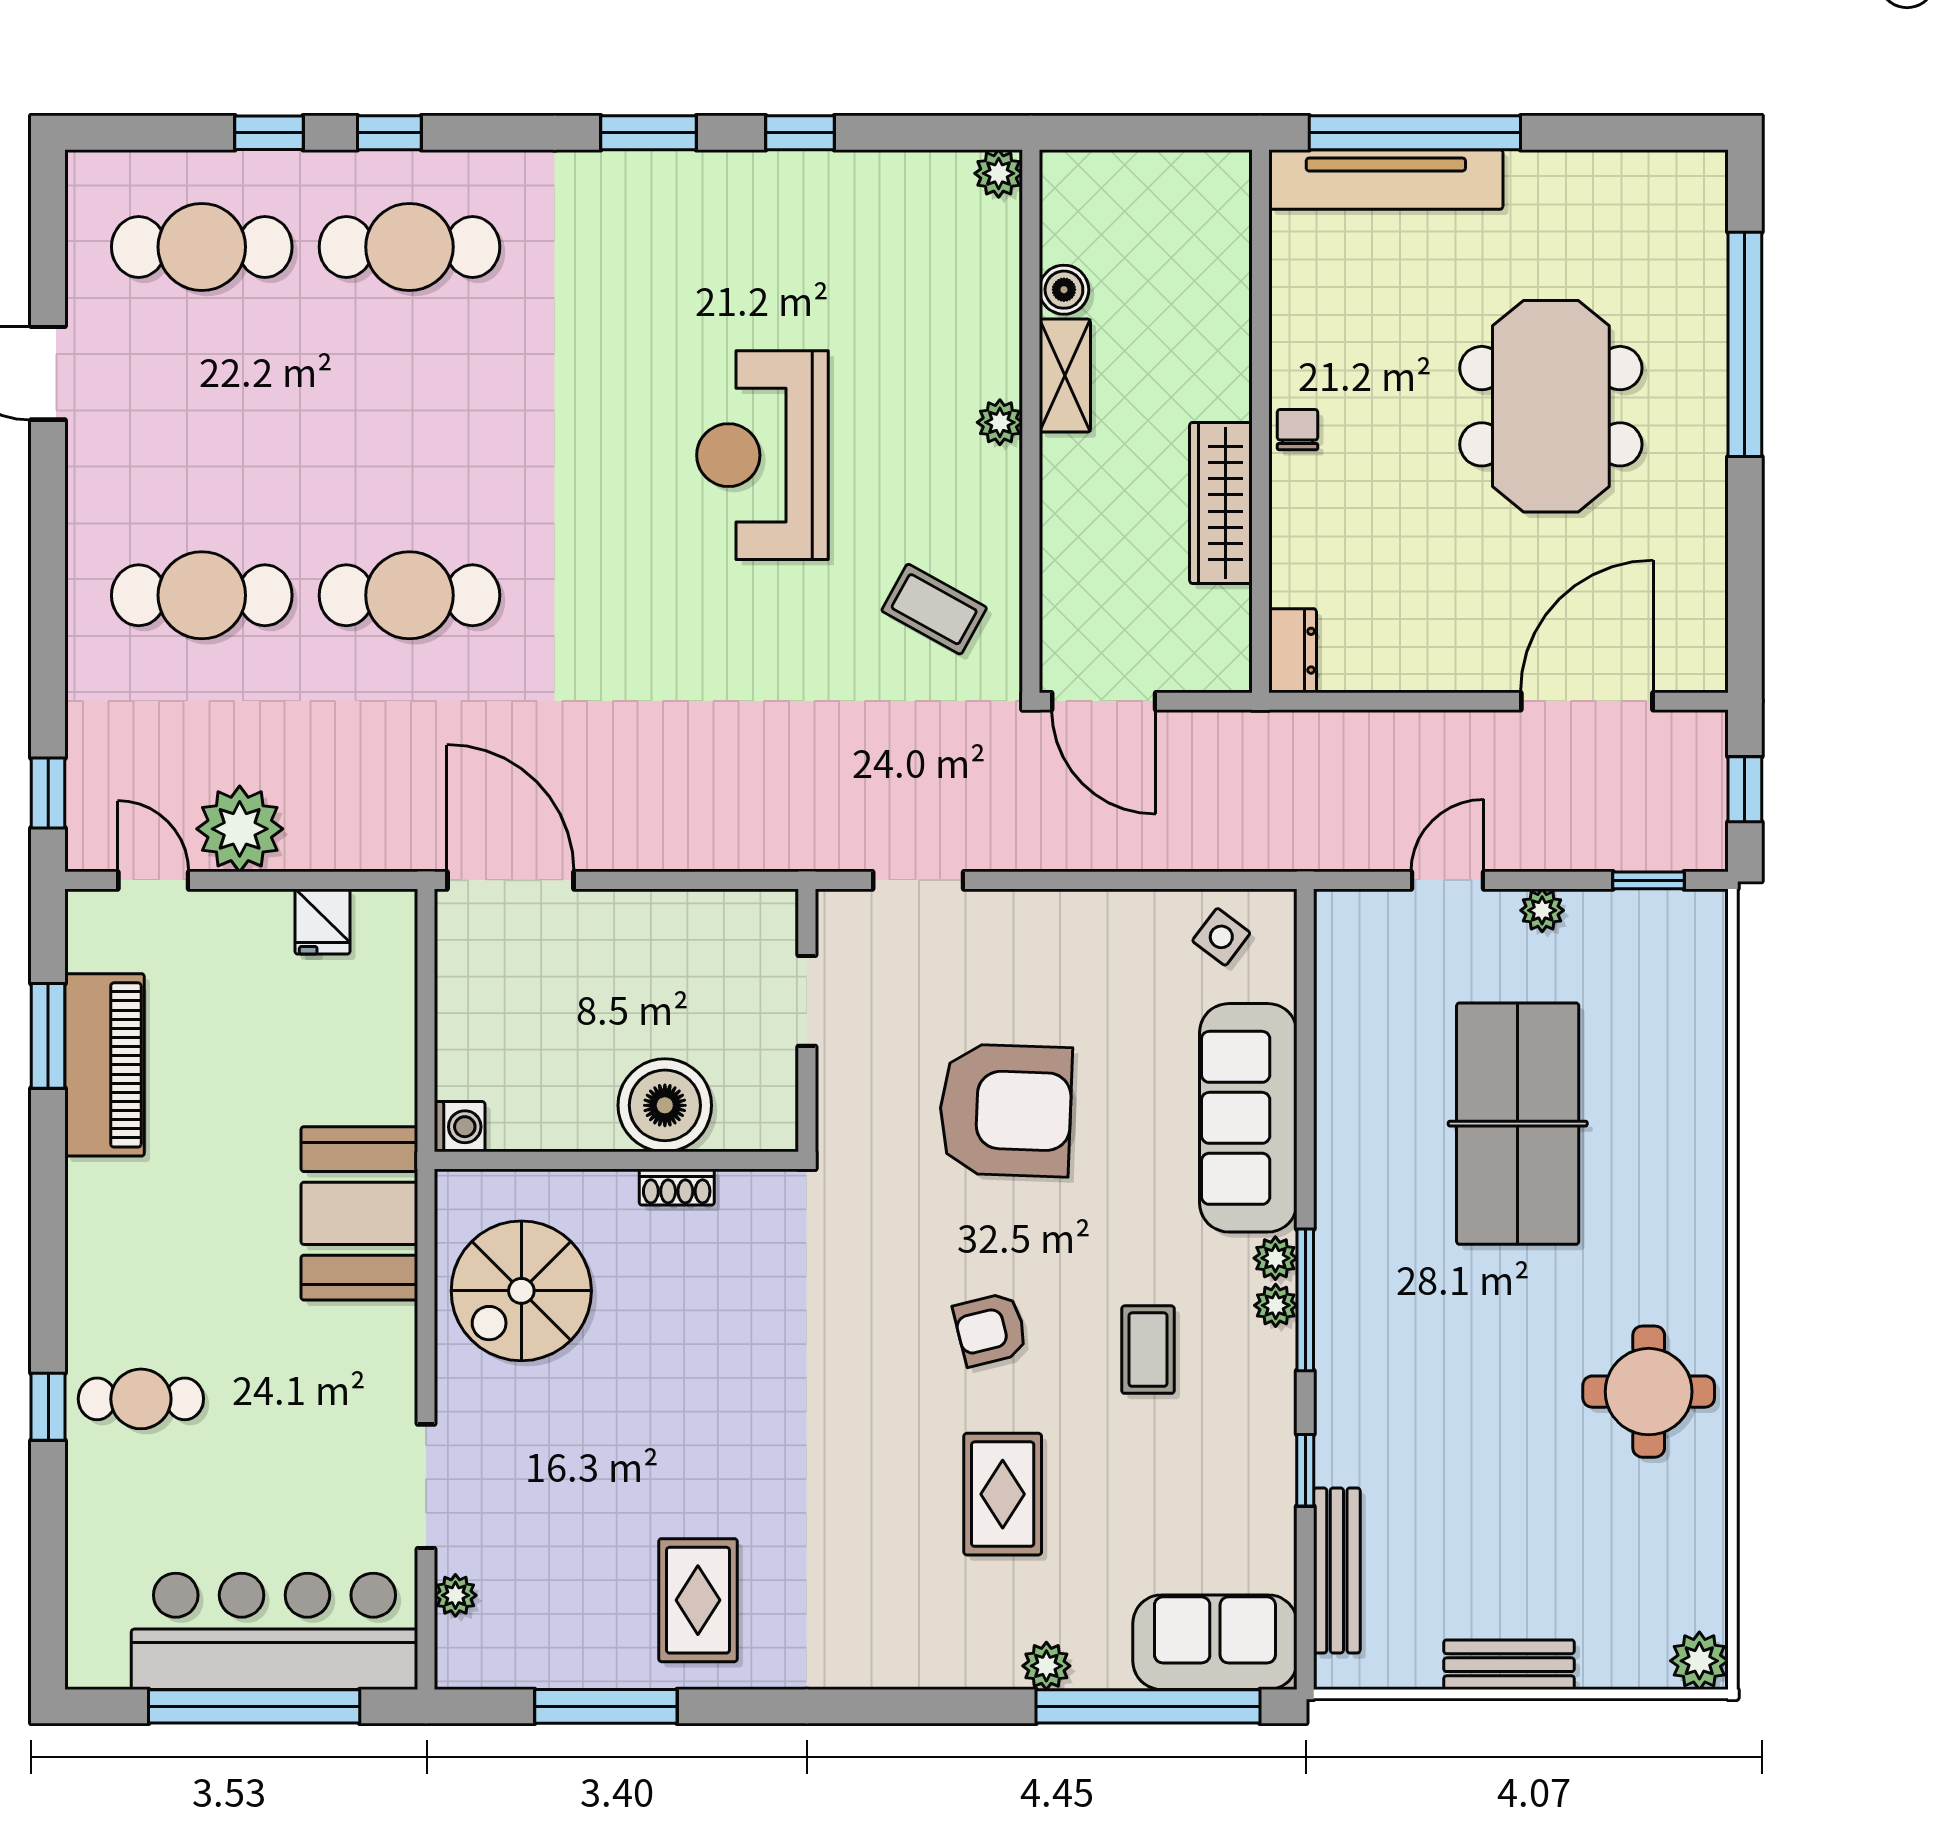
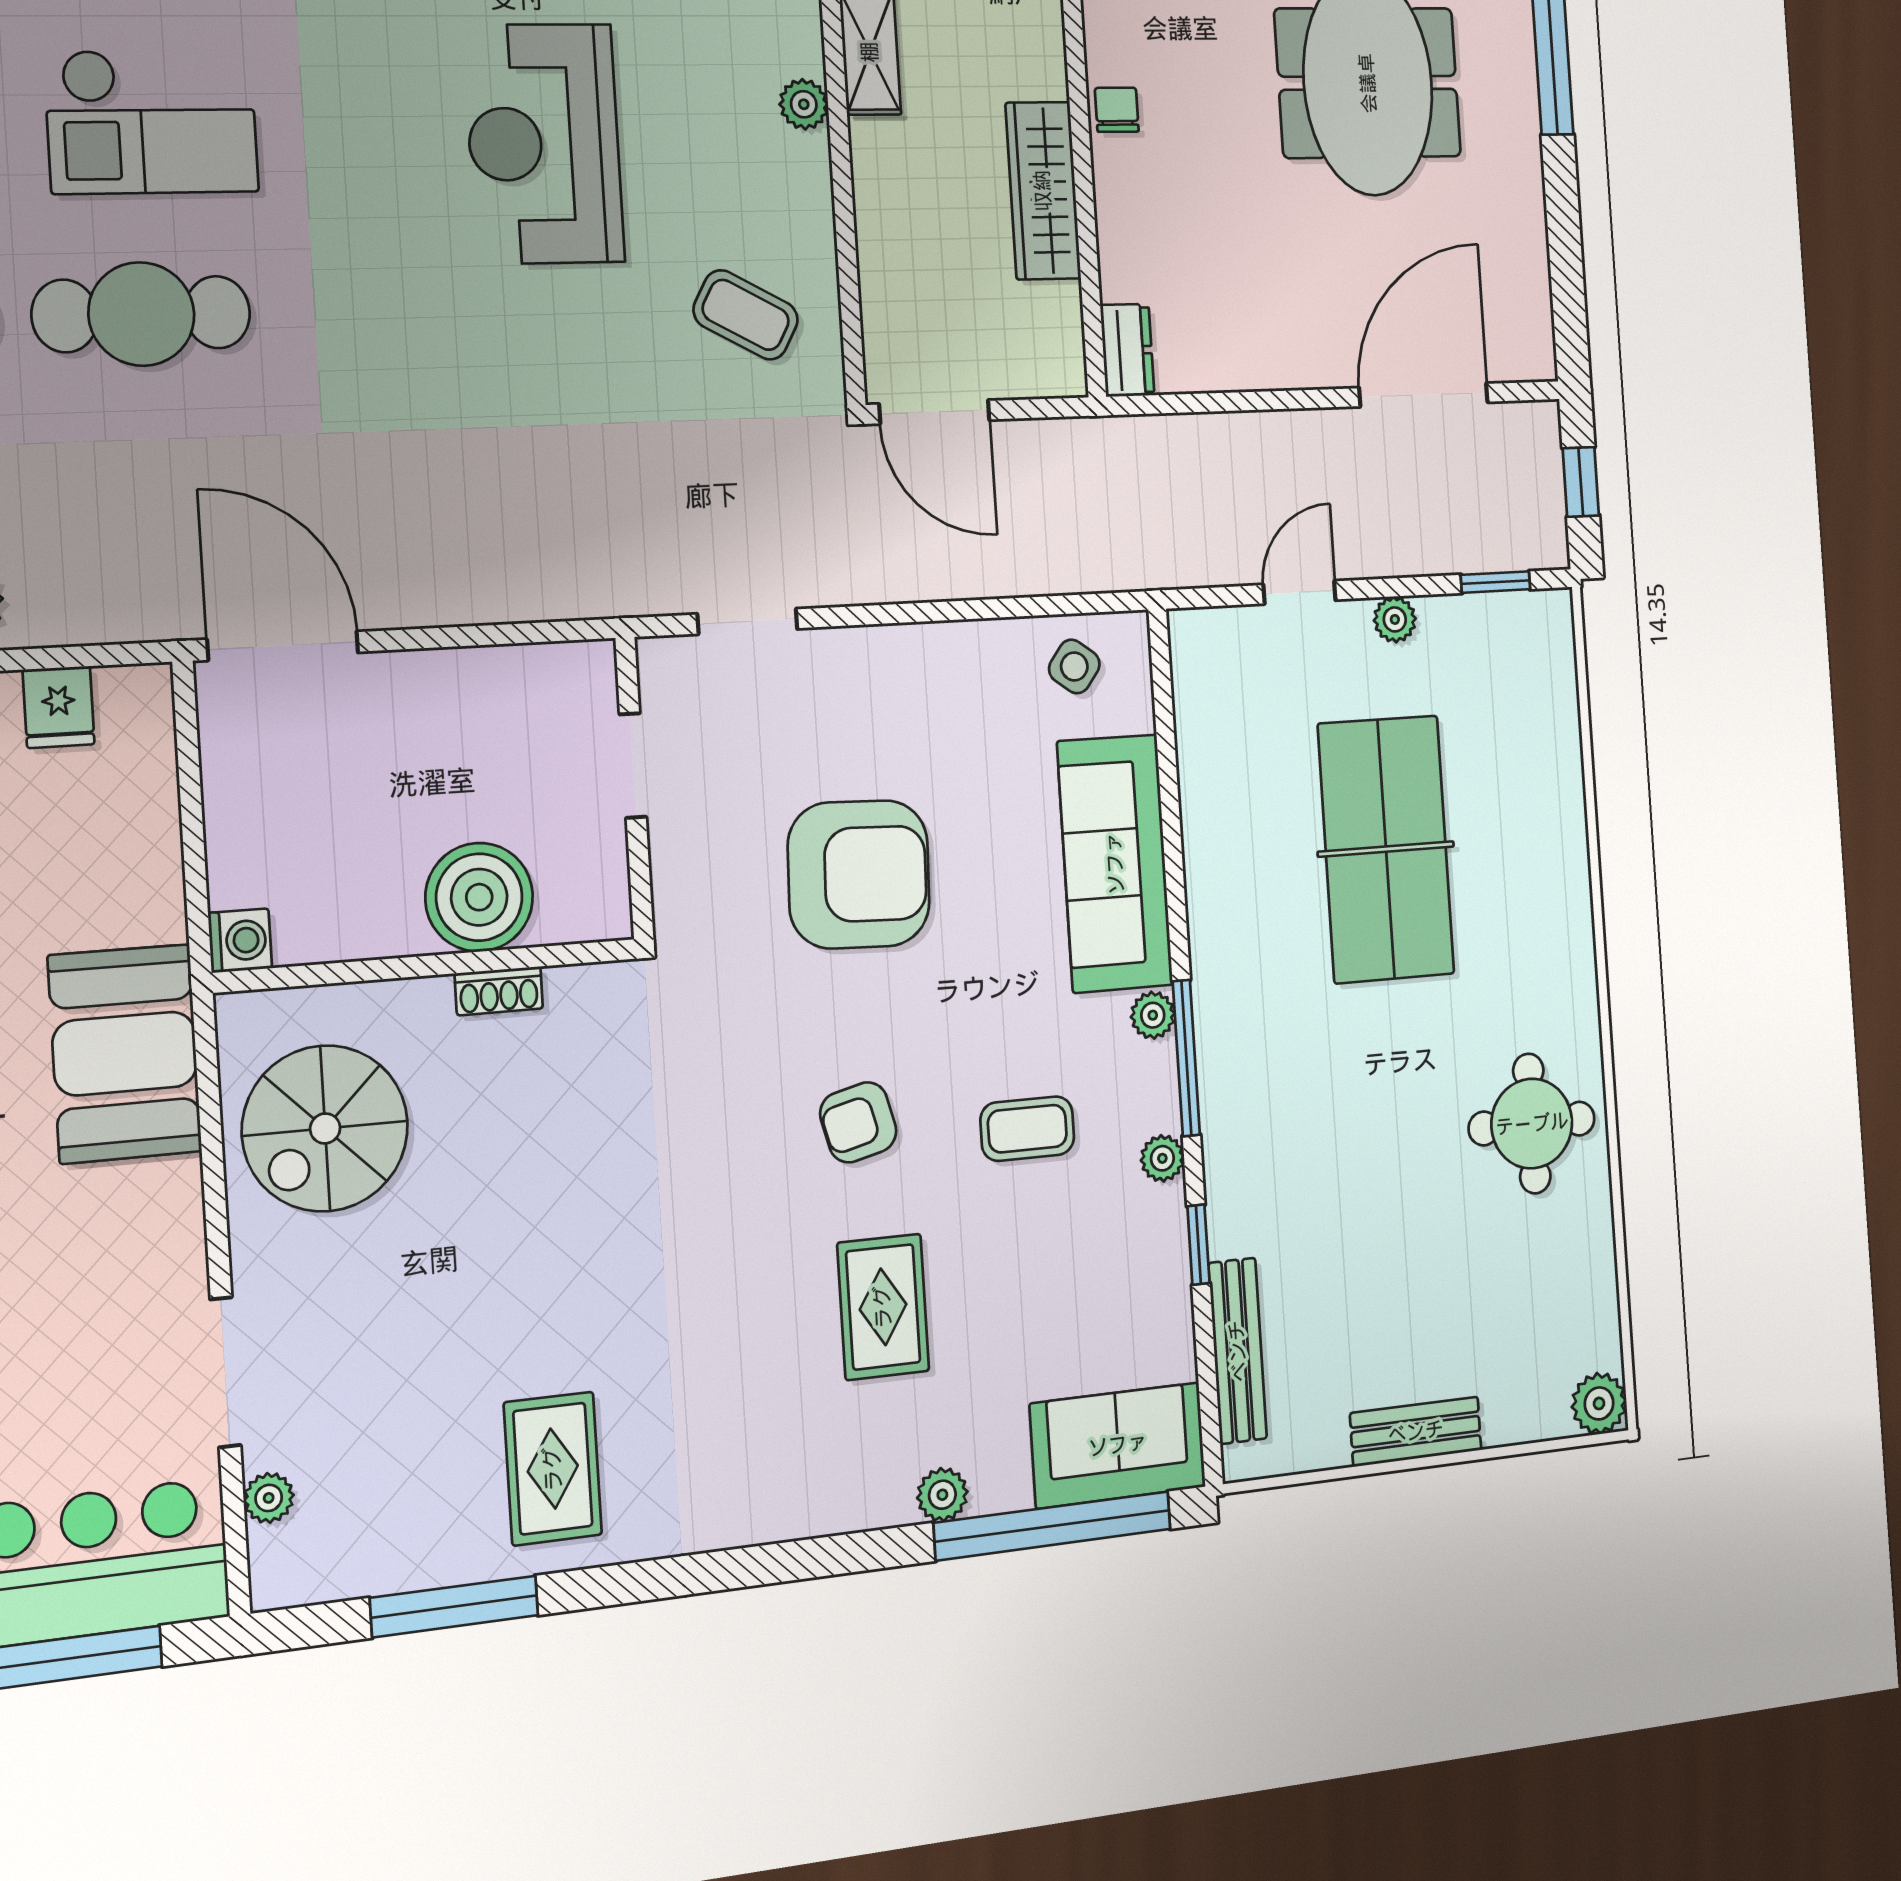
checkout: (428, 433) -> (152, 122), added
plant: (1276, 1305) -> (1162, 1158), moved
coffee table: (1148, 1350) -> (1027, 1129), turned 90

